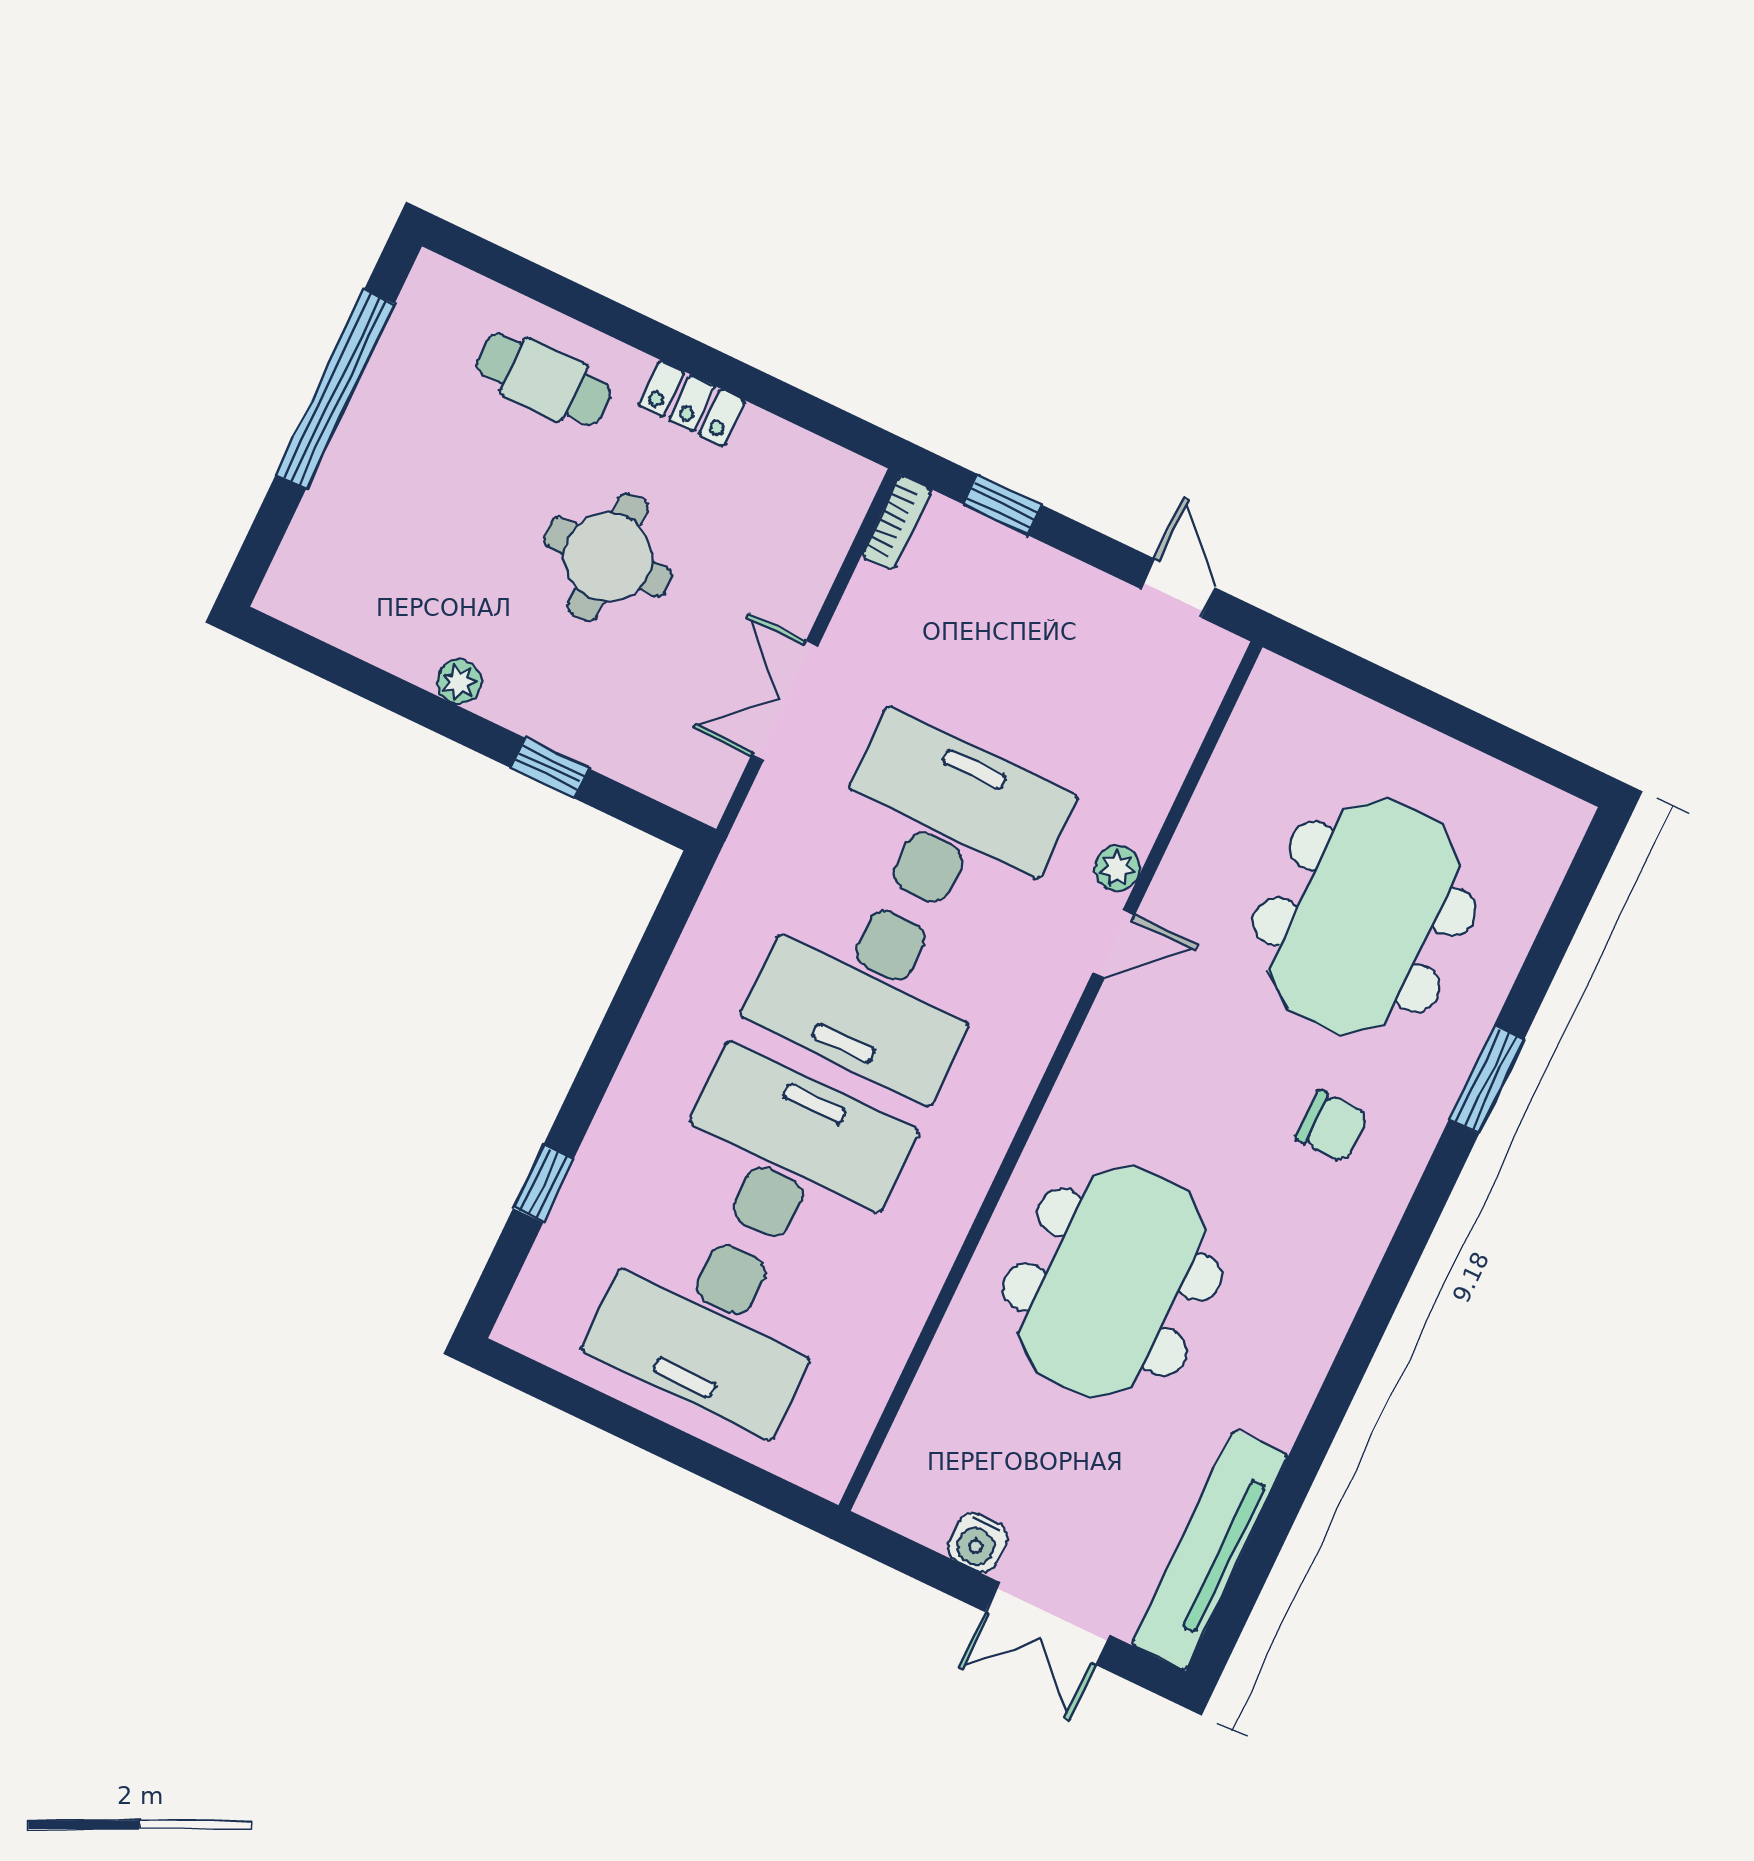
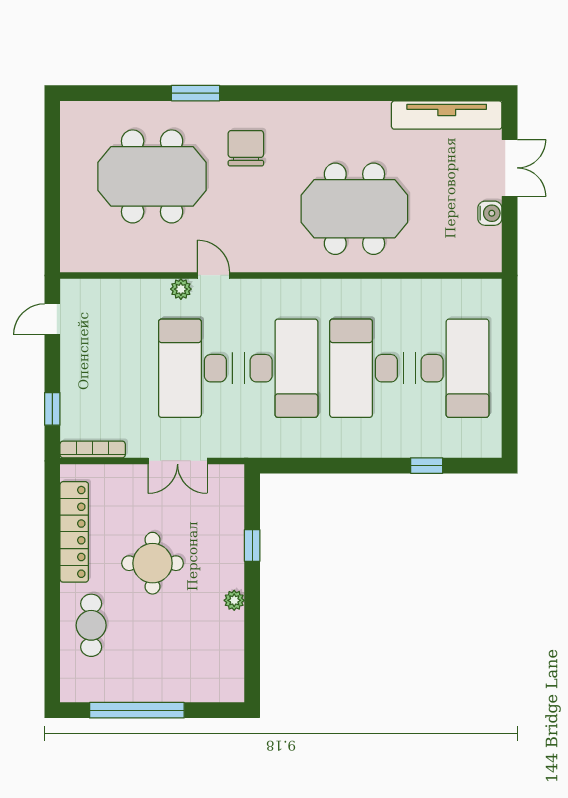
locker: (692, 403) -> (74, 532), width x2.16, depth x1.21
bookcase: (897, 523) -> (93, 449), width x1.56
chair: (1332, 1126) -> (246, 148), width x1.37, depth x1.37

